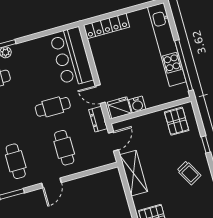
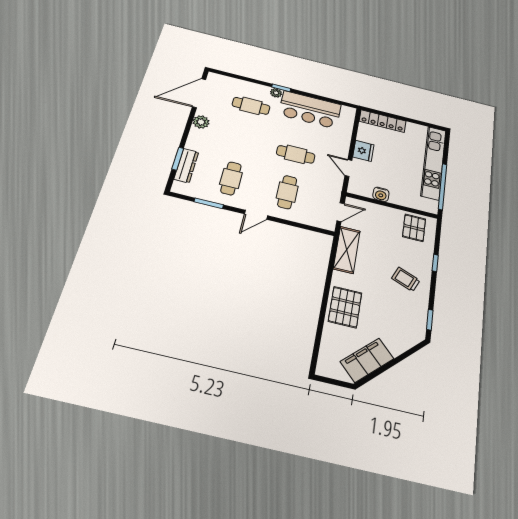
bar counter: (72, 57) -> (310, 110), moved, turned -90
fridge: (119, 108) -> (363, 151), moved, turned 90
dresser: (98, 119) -> (335, 186), removed
trolley: (189, 173) -> (406, 279), turned 141

